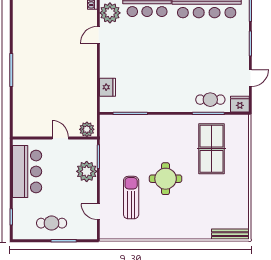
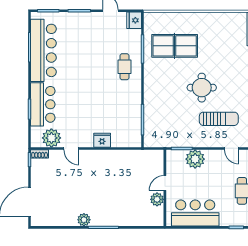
plant: (20, 49) -> (84, 220), added
fridge: (107, 87) -> (102, 140), moved
cafe table: (210, 100) -> (124, 67), moved
plant: (87, 129) -> (157, 199), moved
sun lounger: (131, 198) -> (219, 119), turned 180
door: (98, 212) -> (232, 148), hinge flipped

